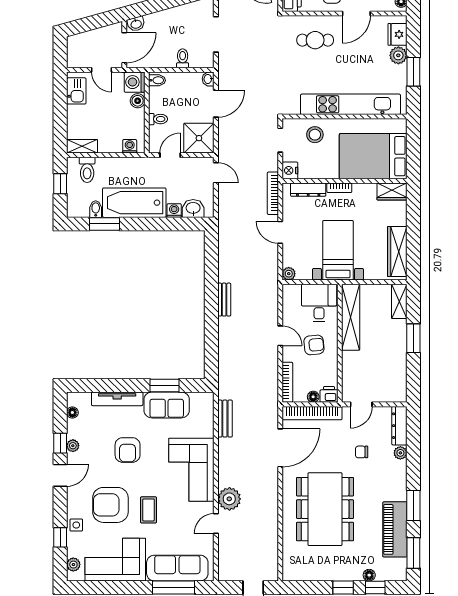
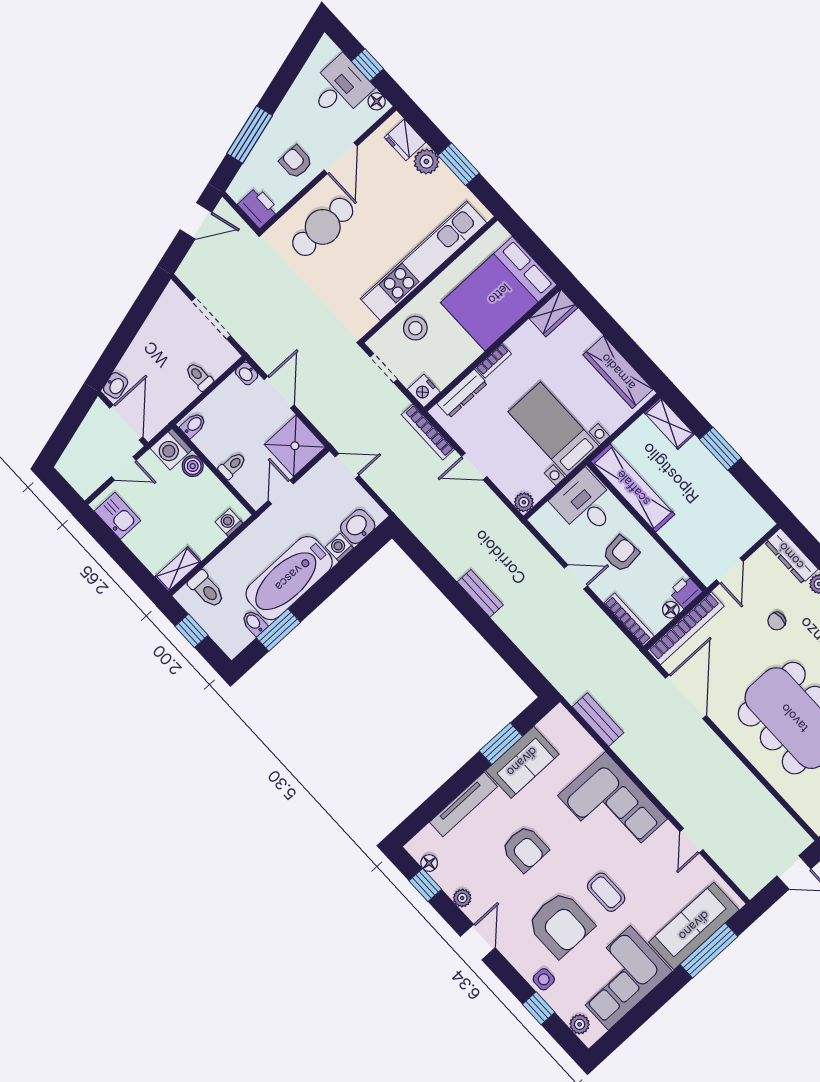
cafe table: (315, 40) -> (323, 227), width x1.37, depth x1.35
window: (60, 443) -> (425, 885), moved
plant: (229, 499) -> (681, 801), removed
armchair: (110, 505) -> (560, 924), turned -90

